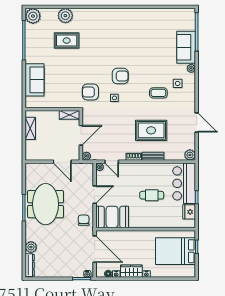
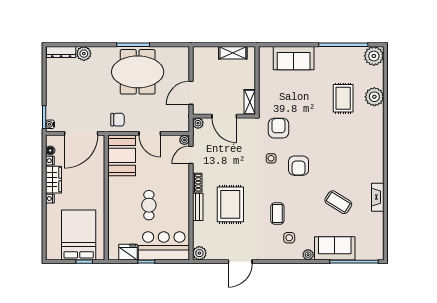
fireplace: (145, 13) -> (378, 197), added
coffee table: (149, 44) -> (338, 202), added

